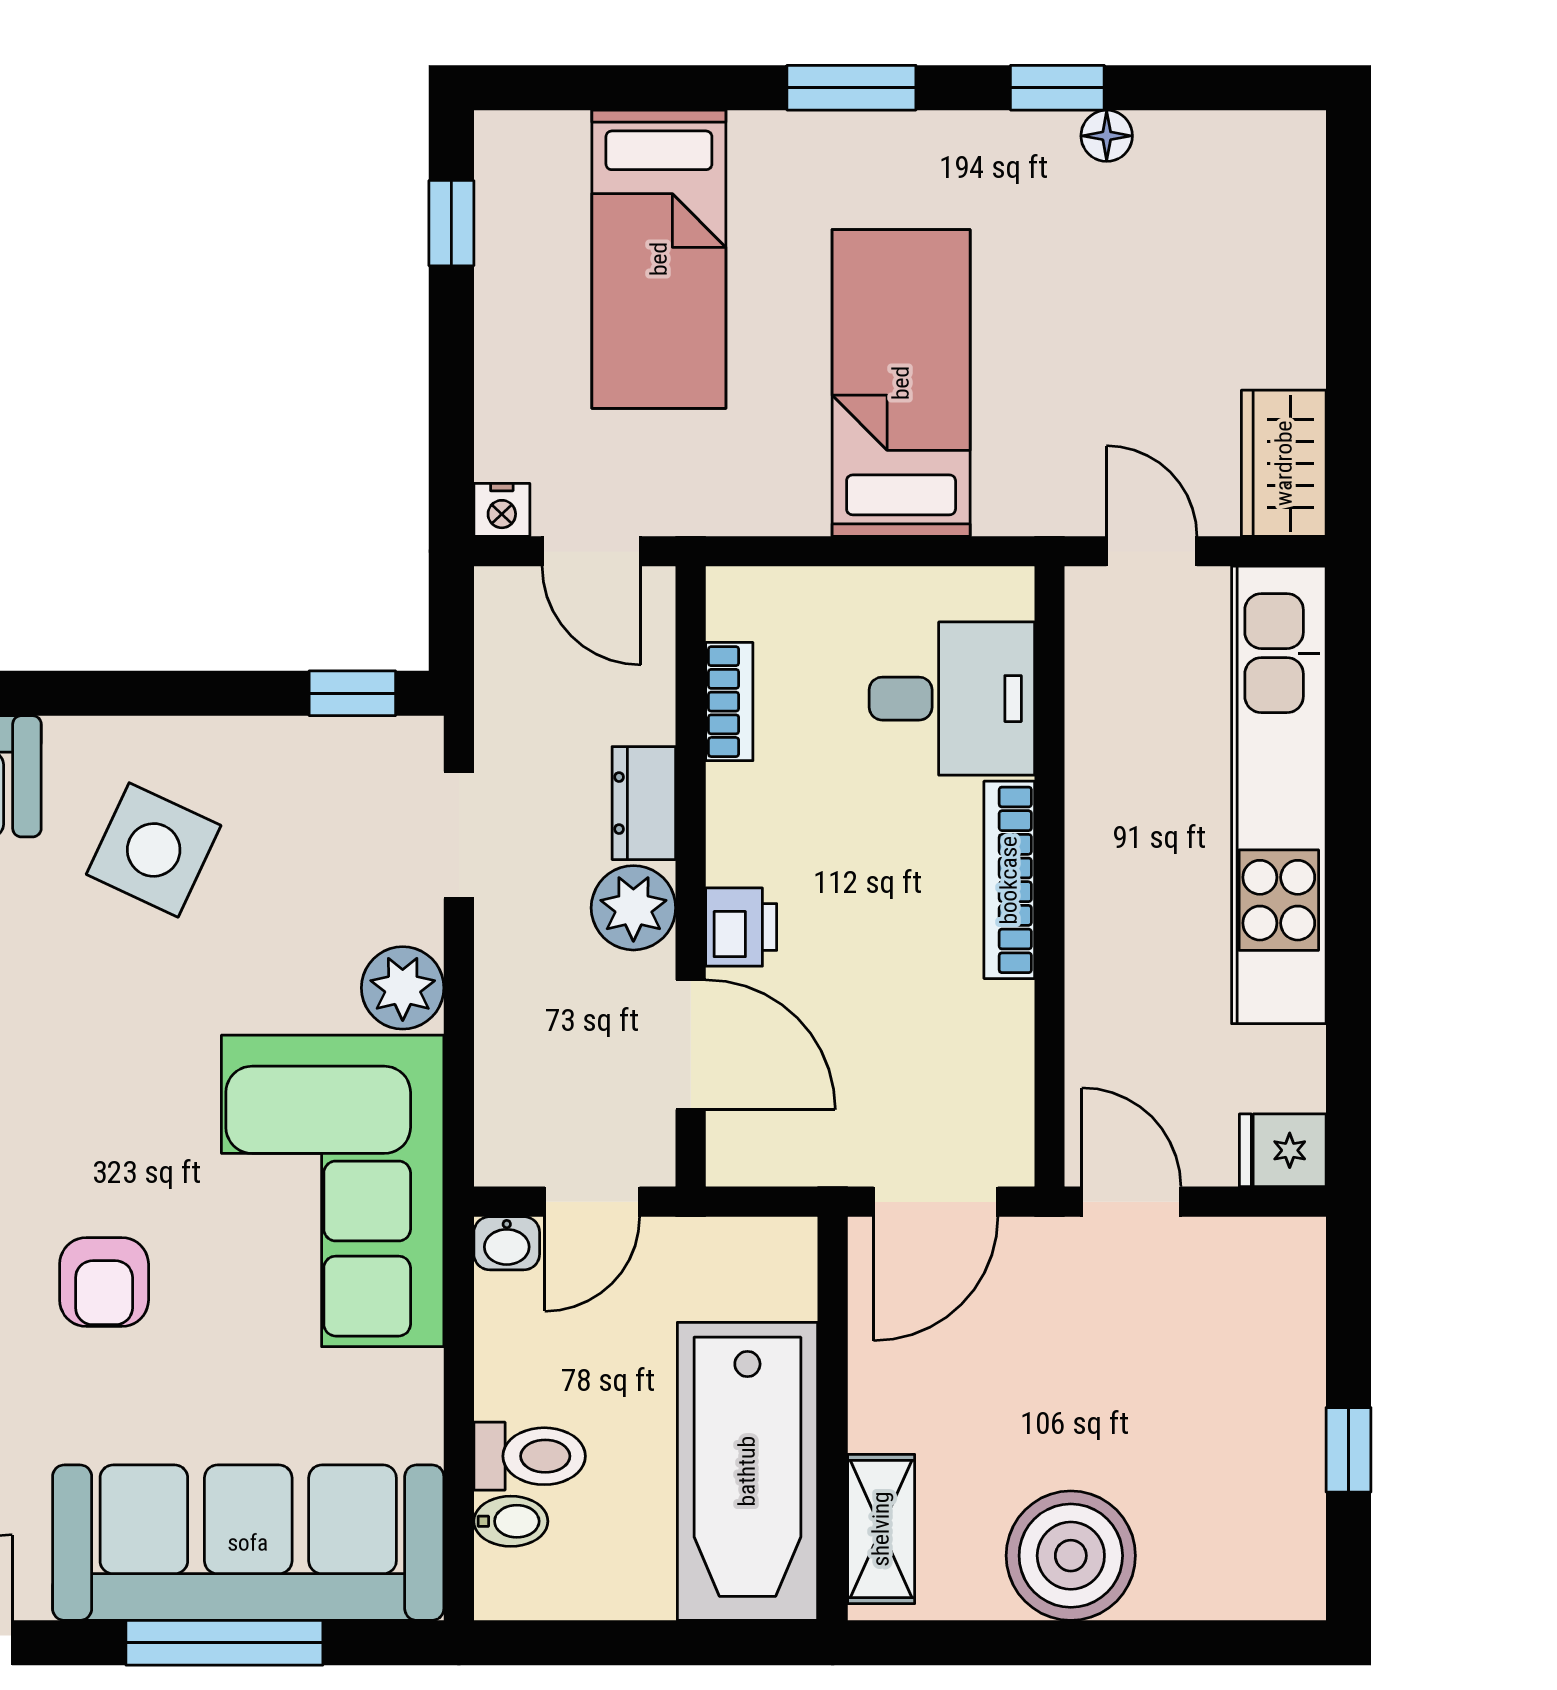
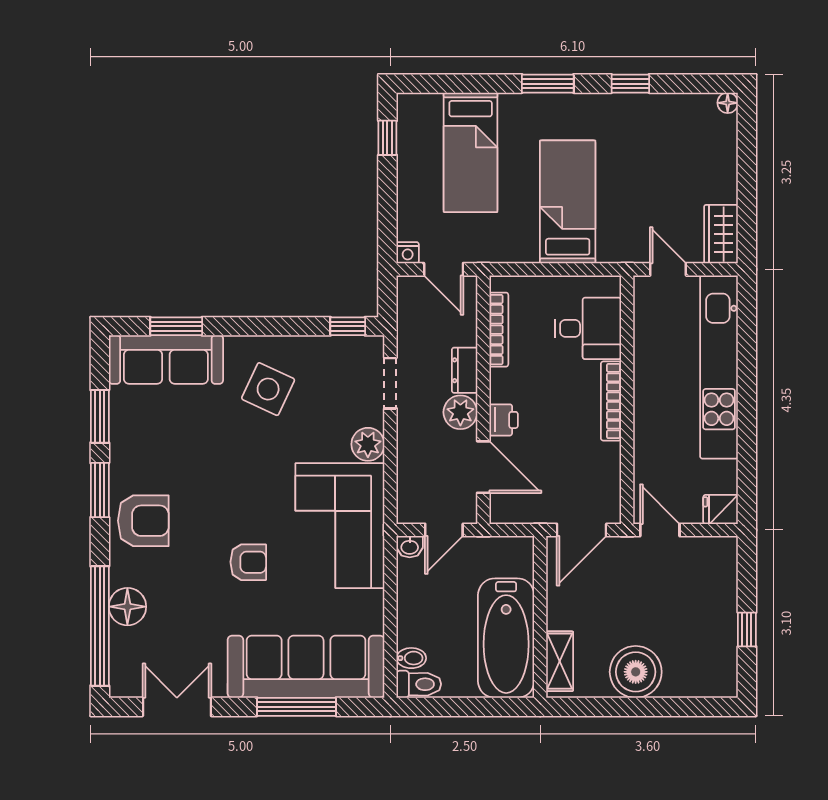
floor lamp: (1107, 136) -> (728, 103), moved
bookcase: (729, 702) -> (499, 330), width x1.56
armchair: (104, 1282) -> (248, 562), turned -90
toilet: (530, 1456) -> (419, 684), moved

